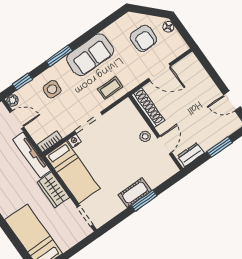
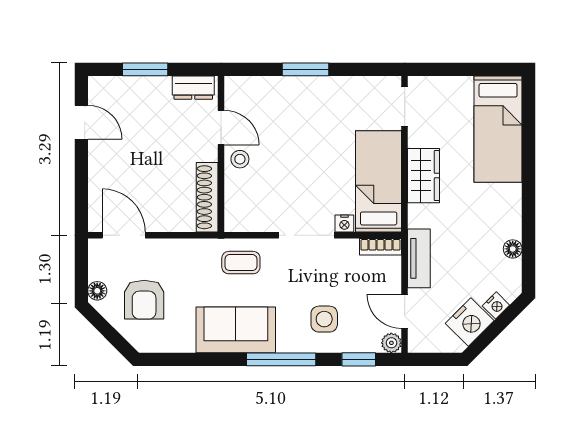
armchair: (143, 38) -> (144, 300), turned 180
window: (59, 56) -> (281, 359), width x1.44
door: (159, 72) -> (124, 235), moved
door: (164, 145) -> (221, 128), swing flipped
tv unit: (32, 155) -> (419, 258), width x0.71
cot: (135, 193) -> (311, 90), removed

